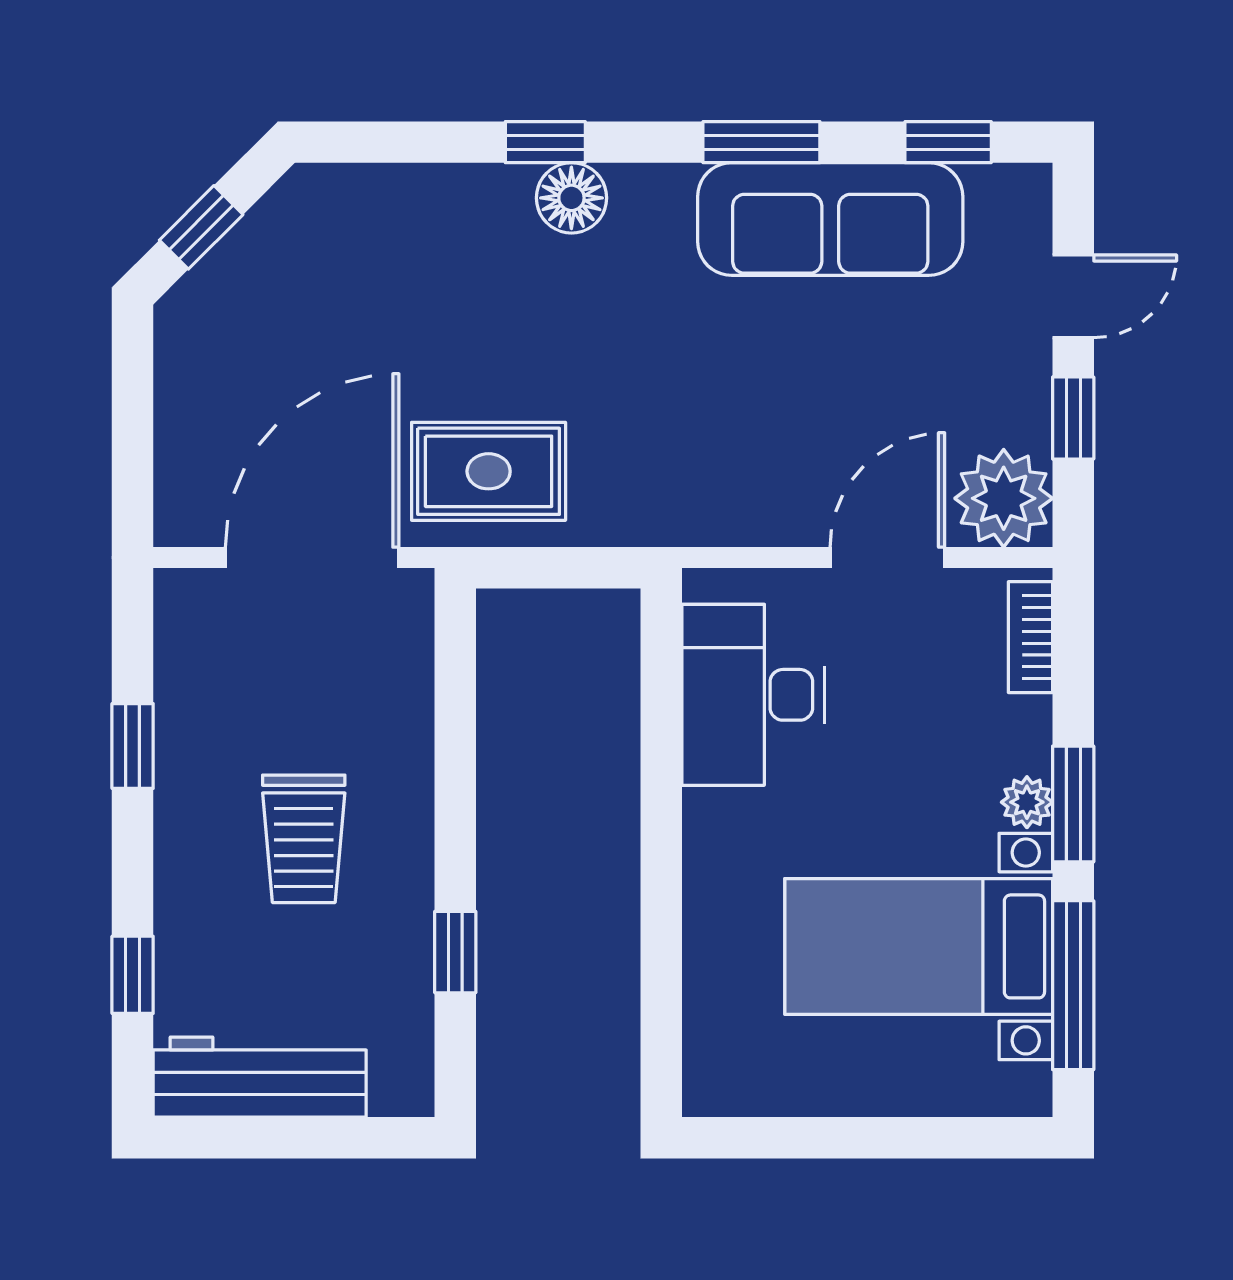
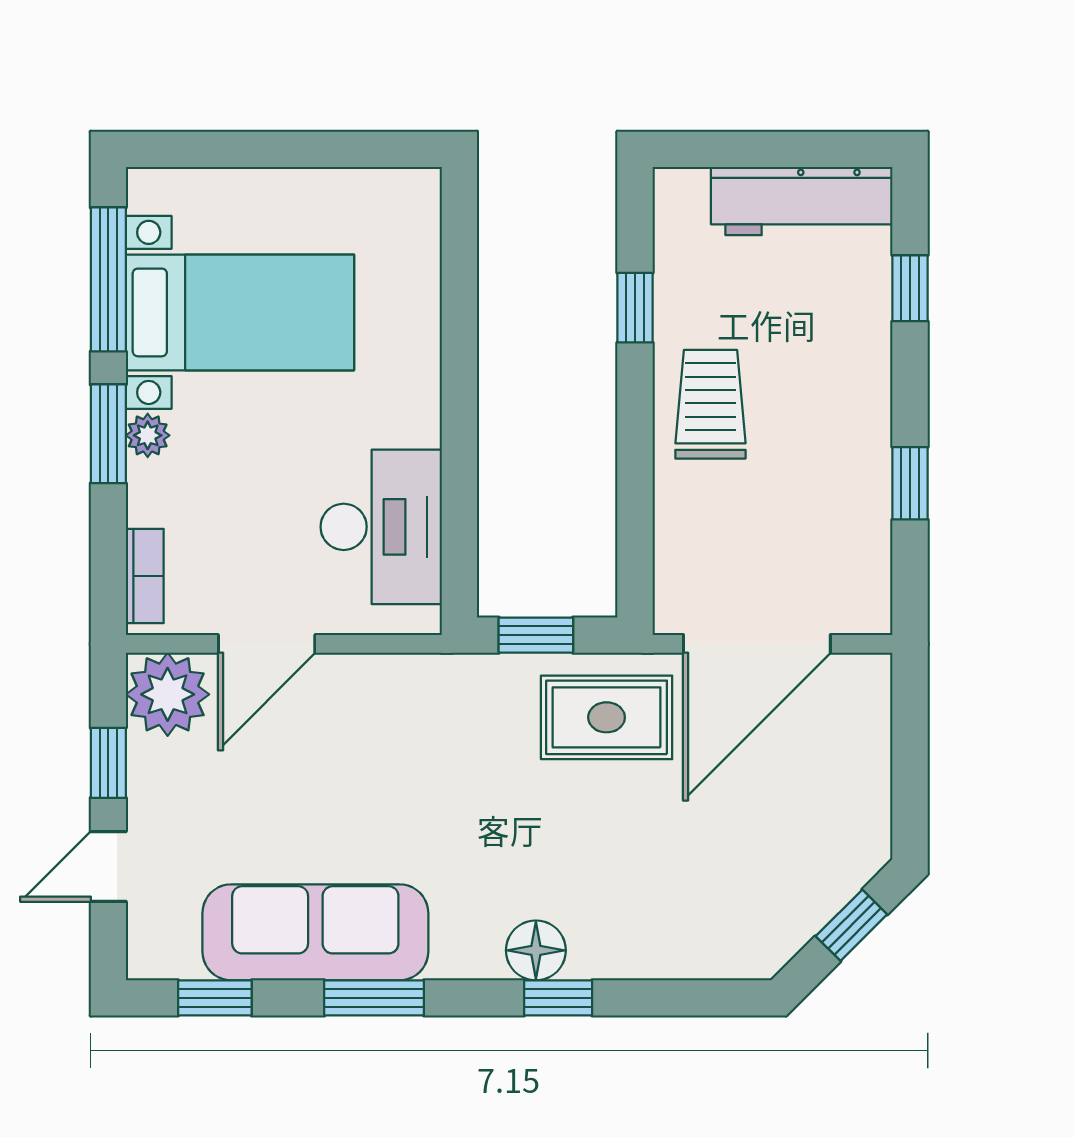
window: (572, 568) -> (536, 635), added
trolley: (304, 839) -> (710, 404), moved

